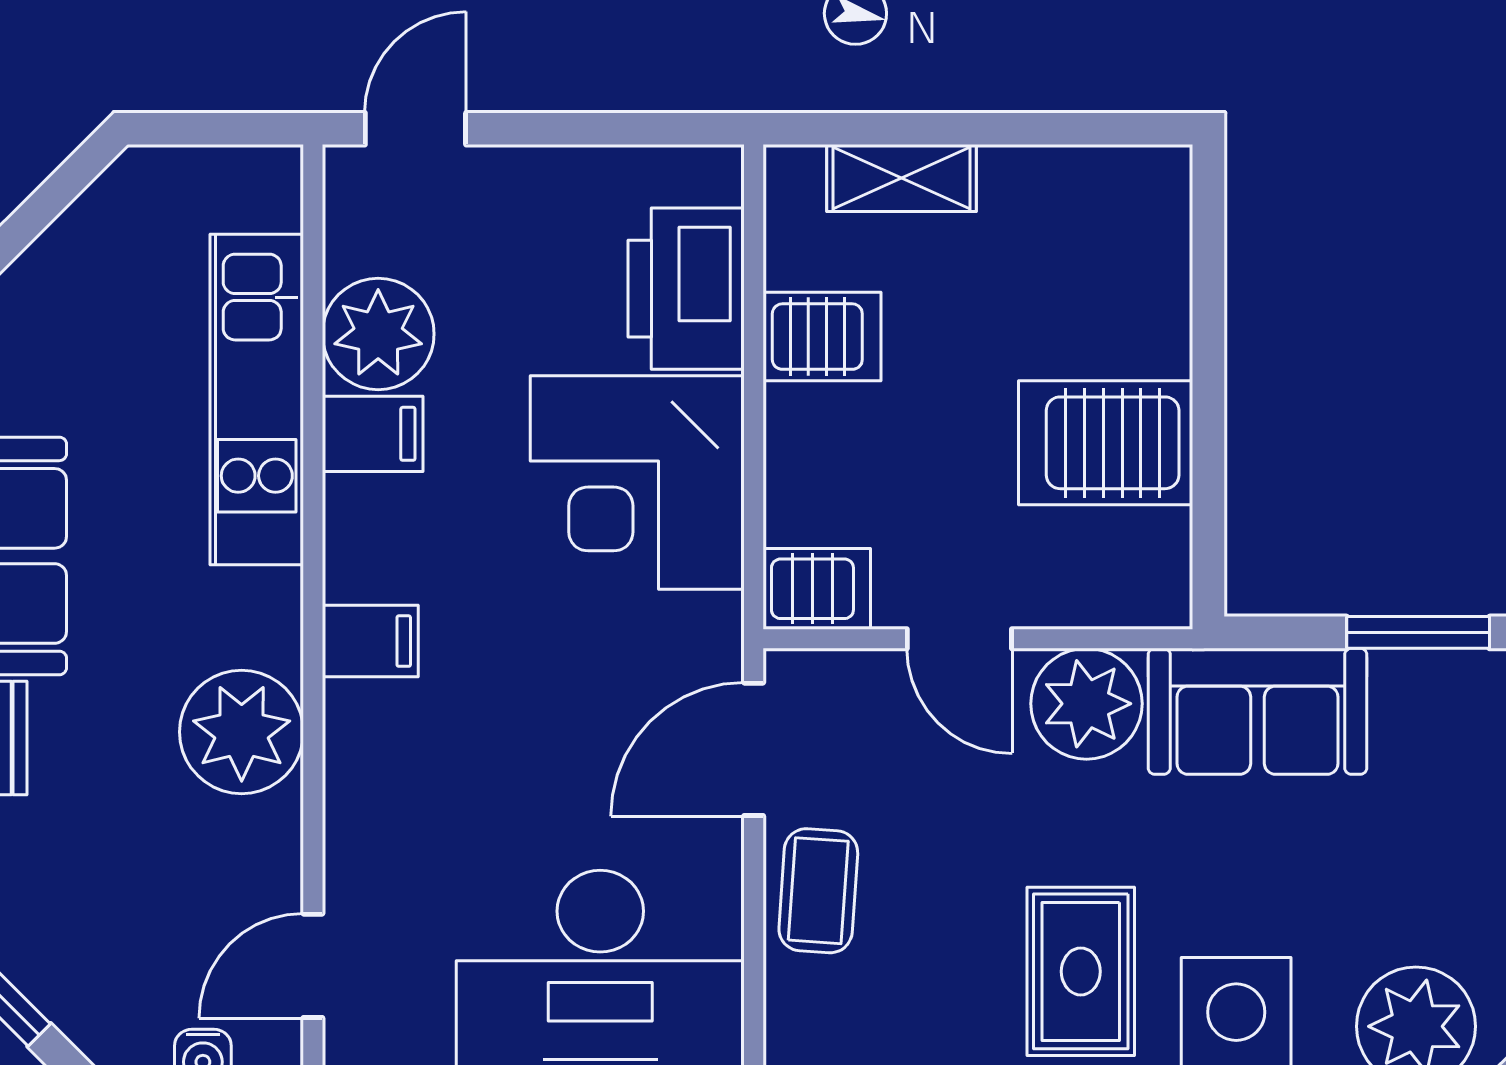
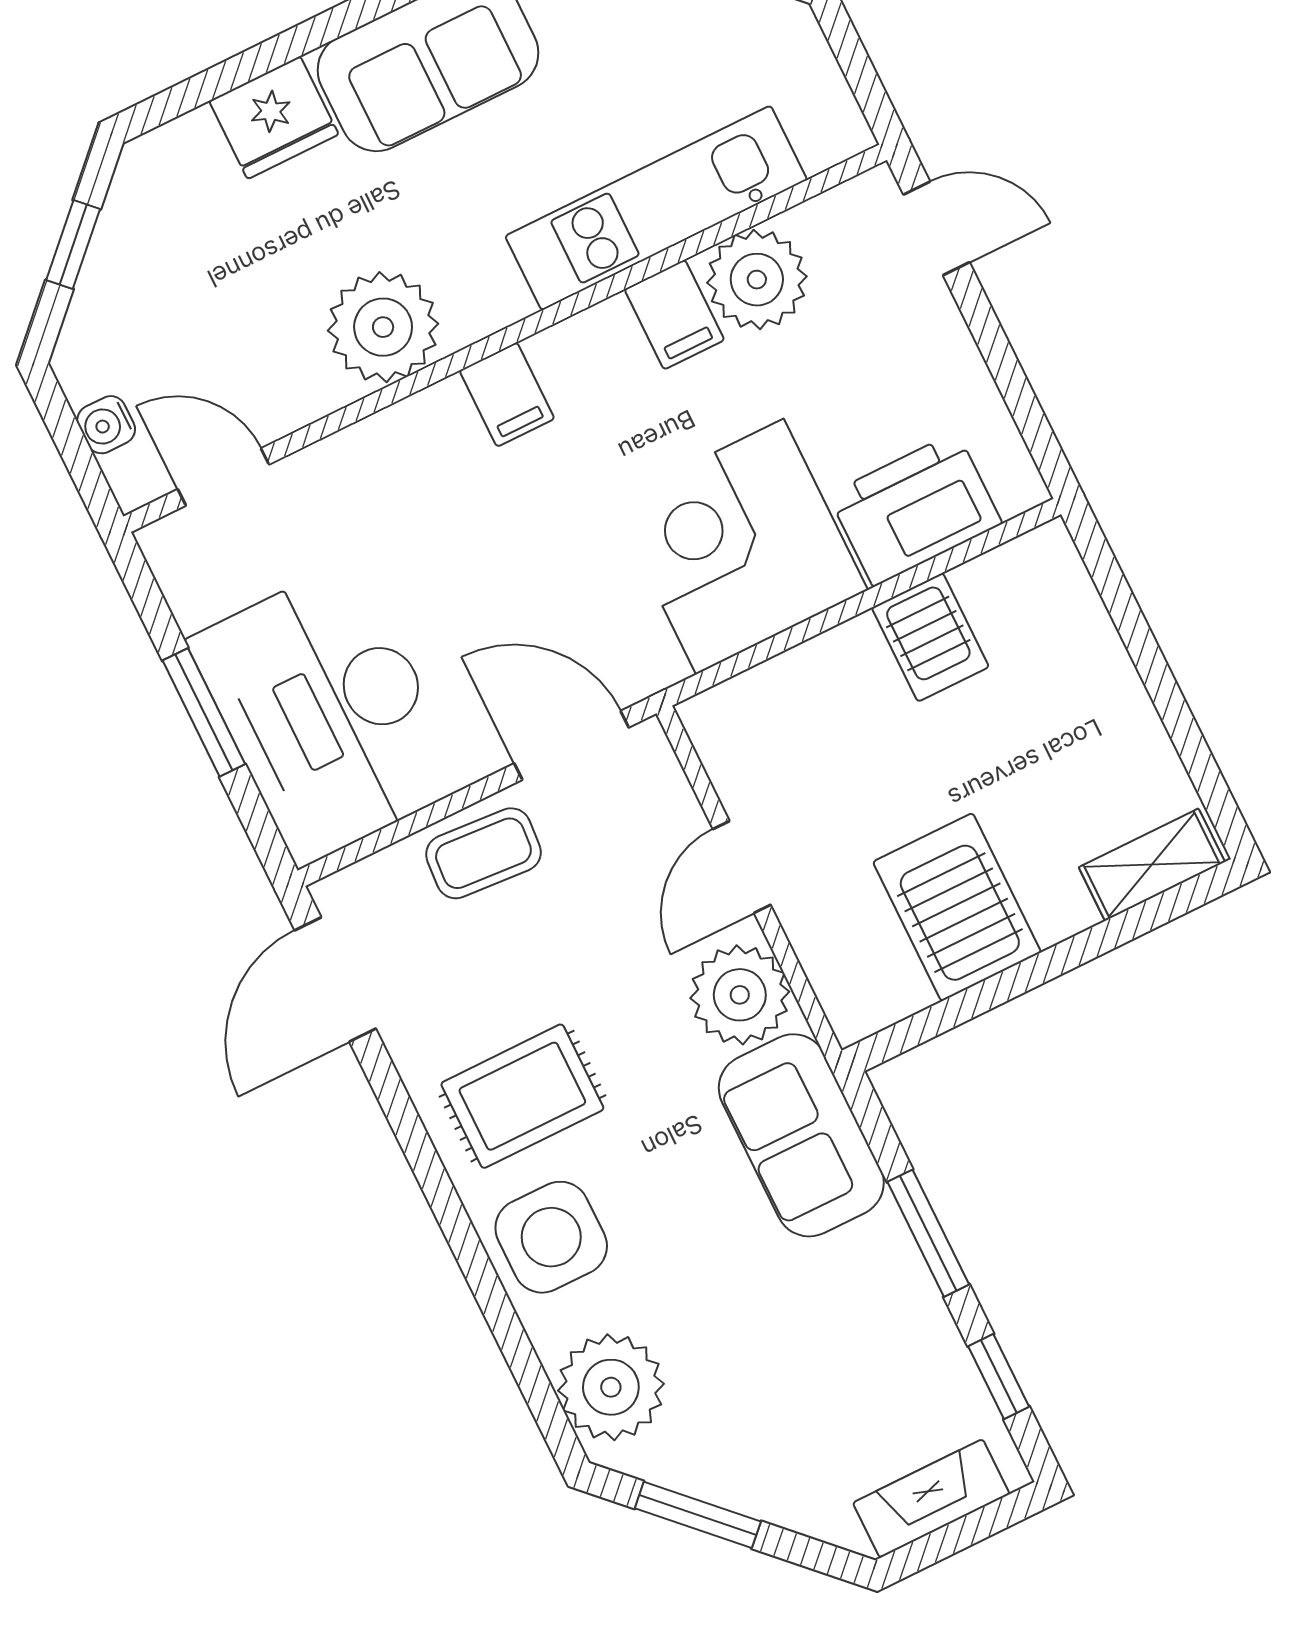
shelving: (902, 178) -> (1152, 865), moved, turned 90
server rack: (817, 589) -> (725, 733), removed

